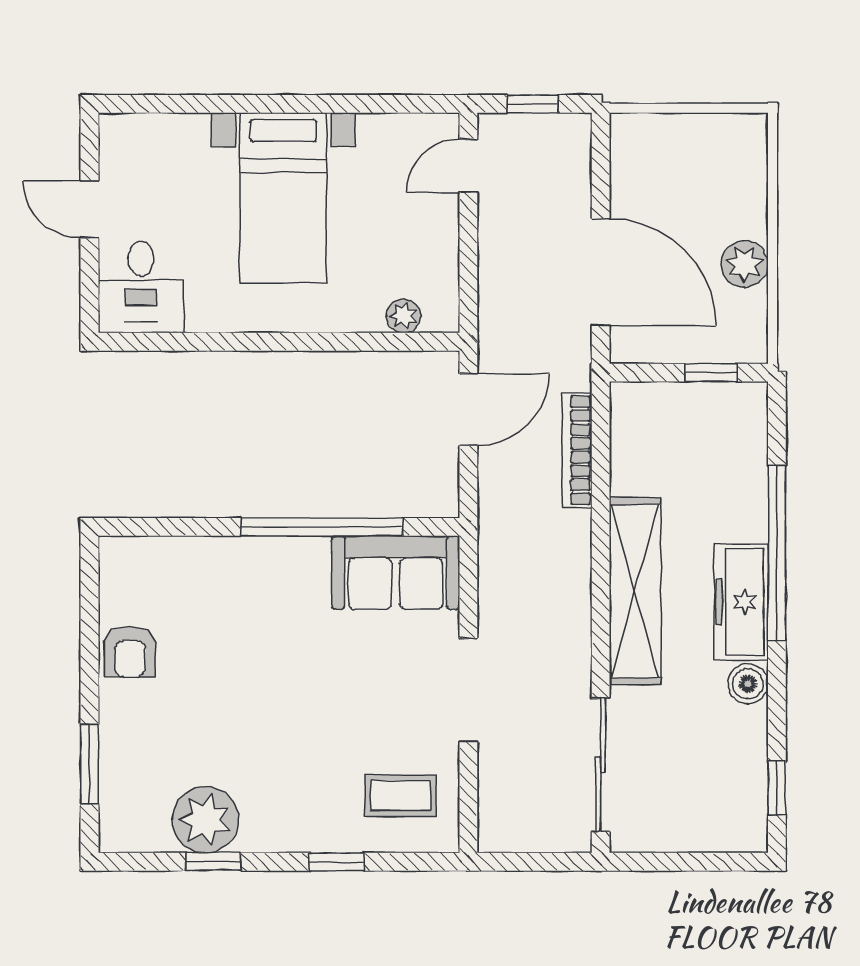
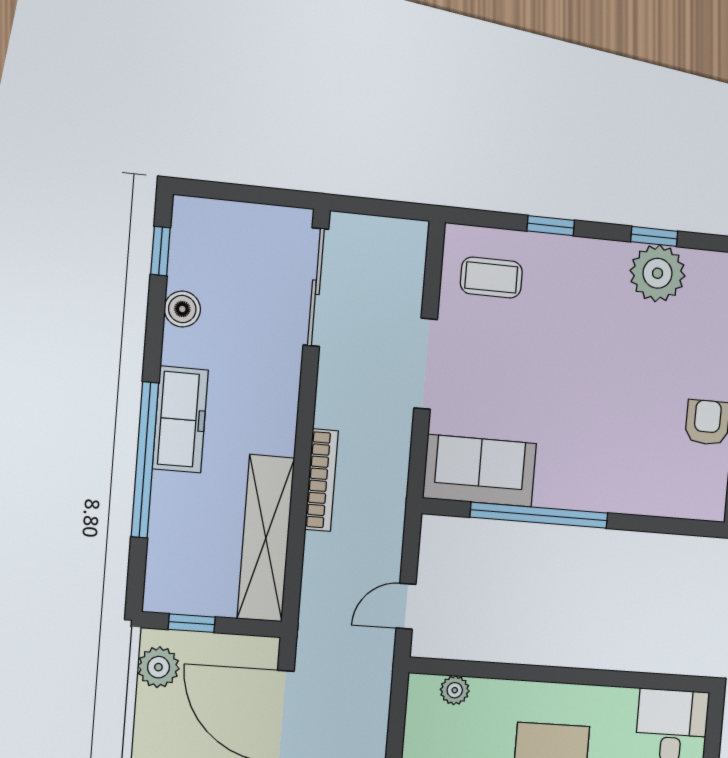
plant: (745, 264) -> (158, 667), moved
door: (468, 410) -> (406, 606), width x0.73
bookcase: (577, 450) -> (322, 480), moved
shelving: (635, 591) -> (266, 538), moved
boiler: (748, 684) -> (182, 309), moved

